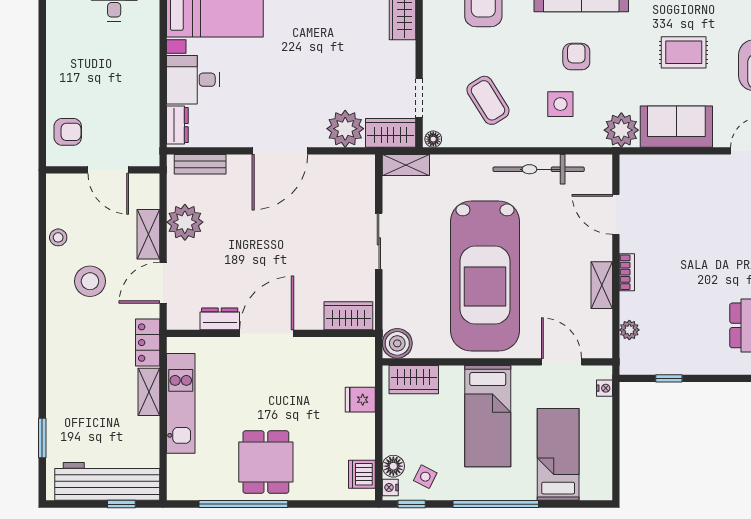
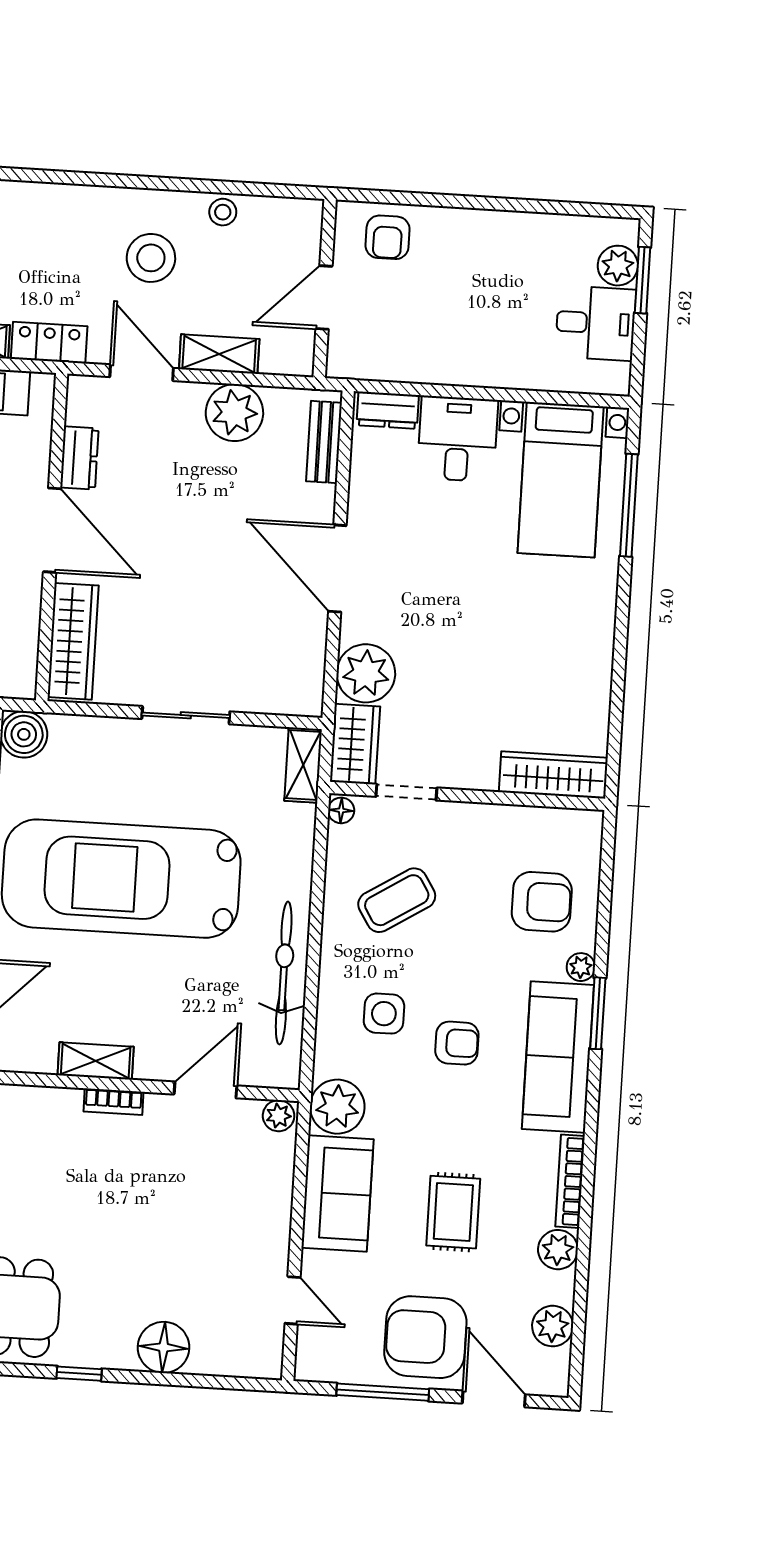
wardrobe: (348, 316) -> (73, 641), width x1.50
plant: (629, 330) -> (279, 1116), moved

